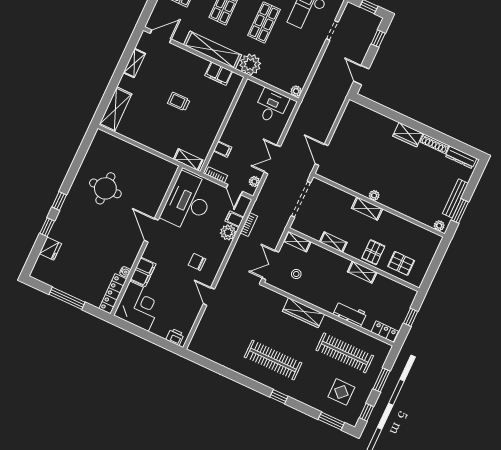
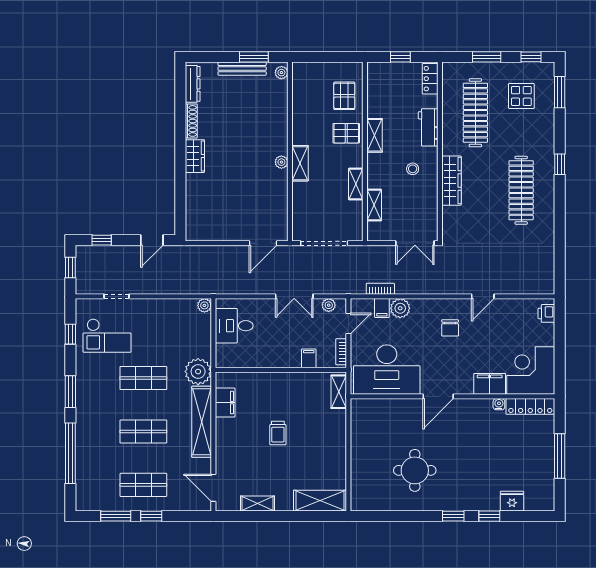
shelving: (297, 241) -> (374, 205), moved
stool: (296, 274) -> (413, 169), moved

